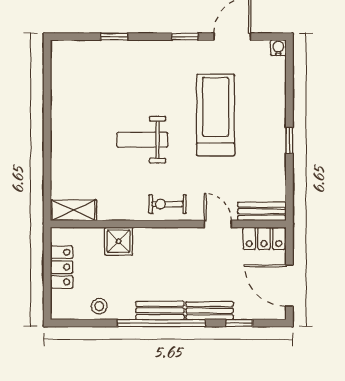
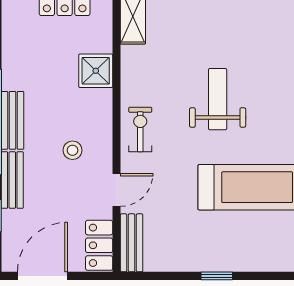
stool: (99, 306) -> (73, 150), moved

